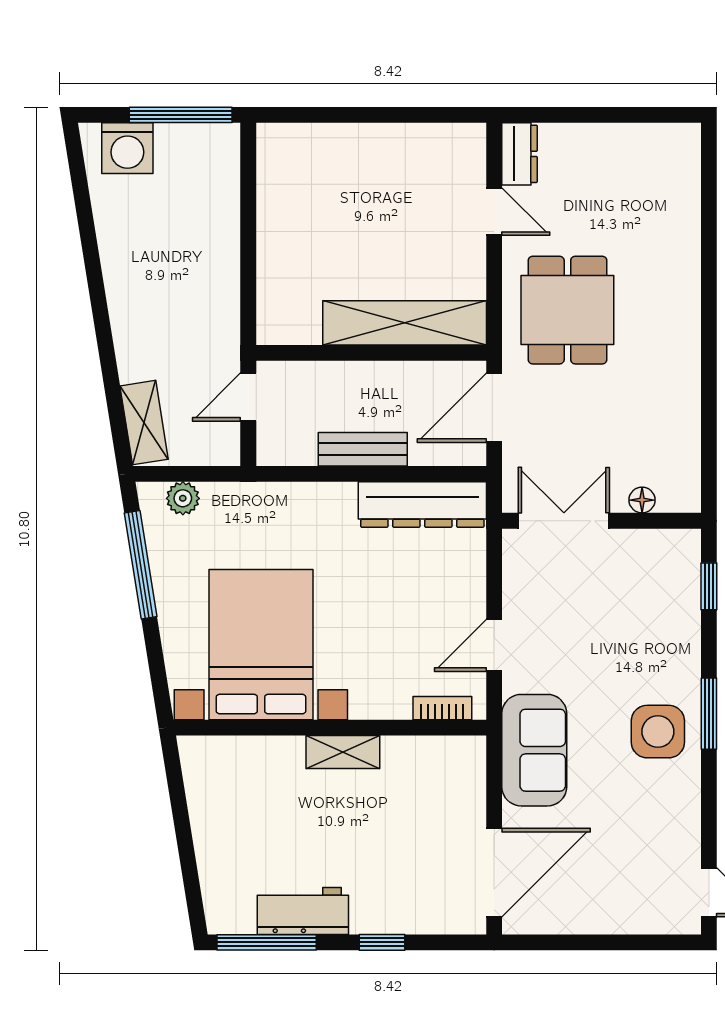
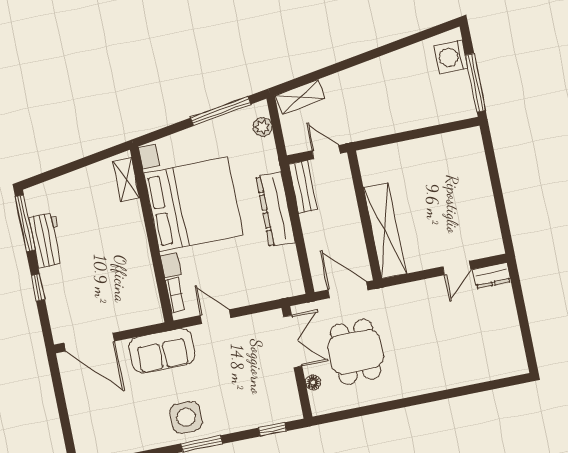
dining table: (567, 310) -> (356, 352), moved, turned 90
bench: (363, 449) -> (303, 187), moved
dresser: (422, 505) -> (275, 209), moved
bed with nightstands: (261, 645) -> (193, 204), width x1.36
shelving: (343, 752) -> (126, 179), moved

